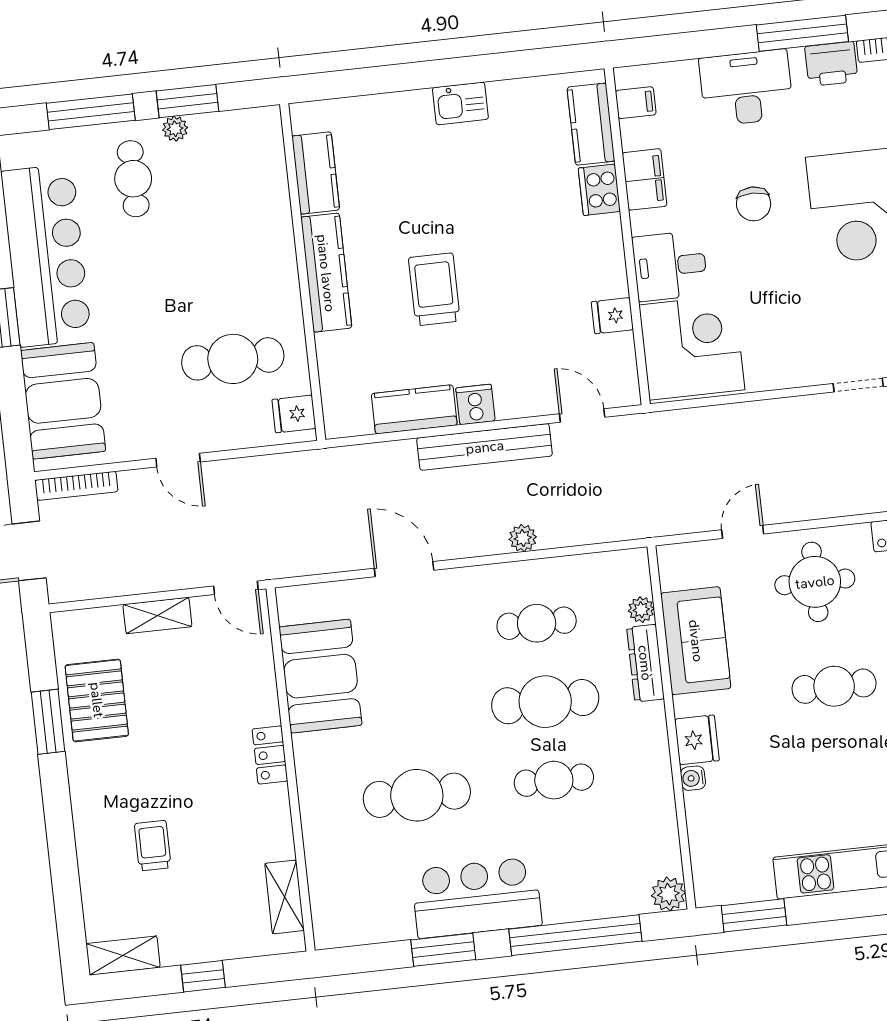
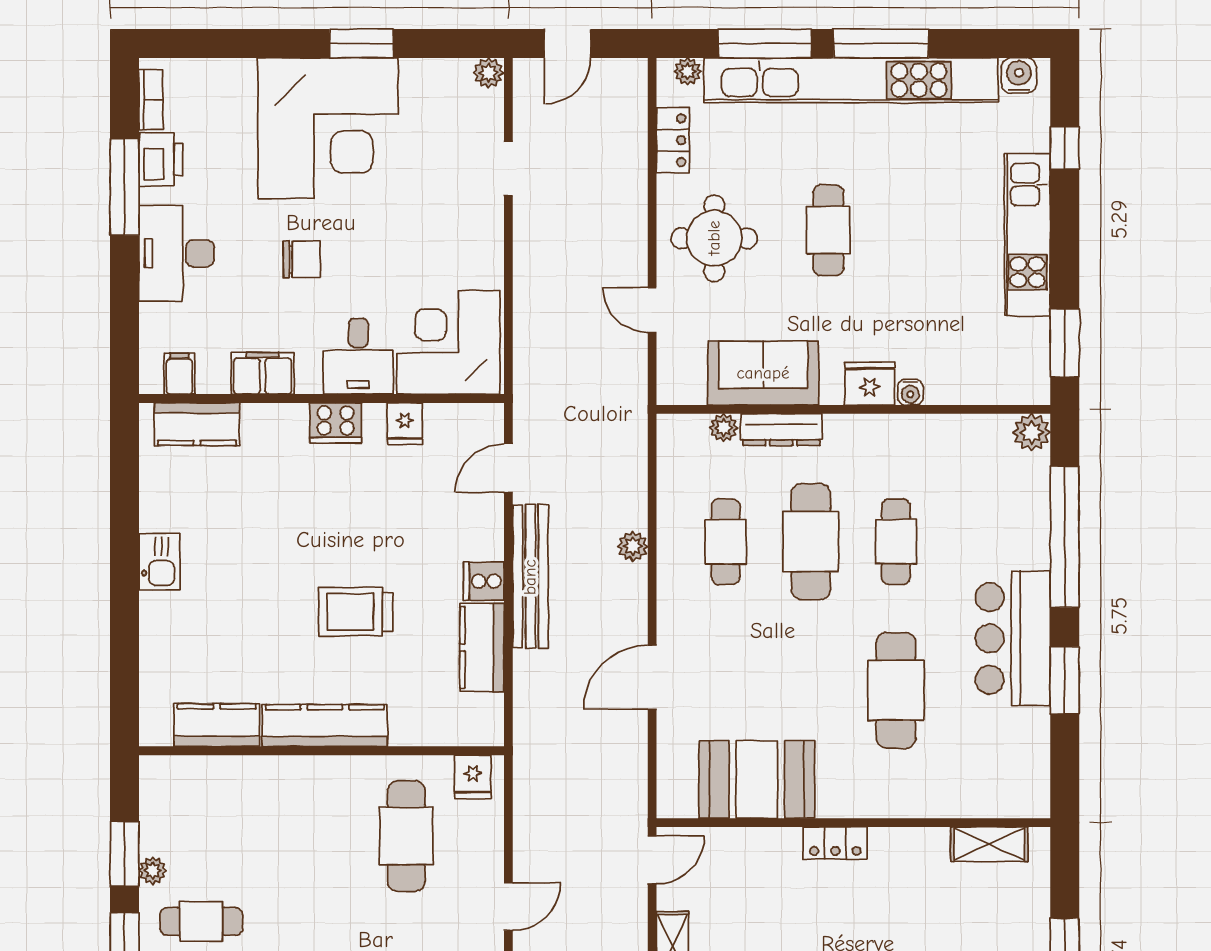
cooker: (599, 190) -> (336, 423), moved

